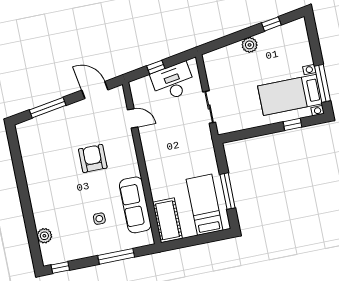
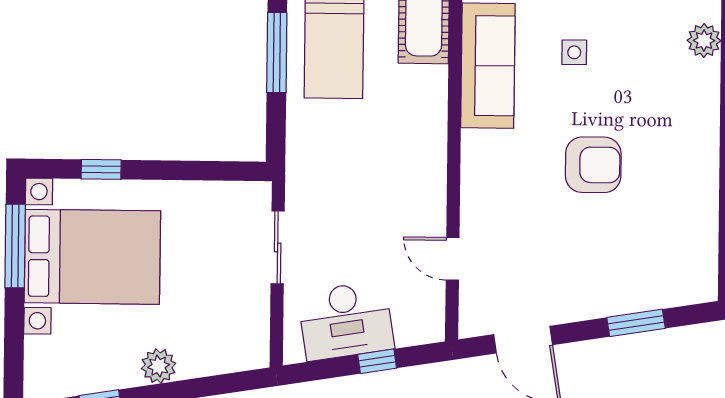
bed with nightstands: (290, 95) -> (92, 257), width x1.36
window: (48, 108) -> (636, 323), width x0.69
armchair: (93, 158) -> (593, 165), moved, turned -90

